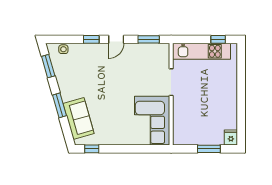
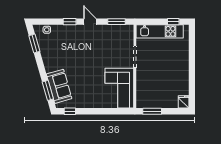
door: (116, 39) -> (90, 22), swing flipped
window: (59, 105) -> (48, 90), moved
window: (209, 149) -> (152, 111), moved

